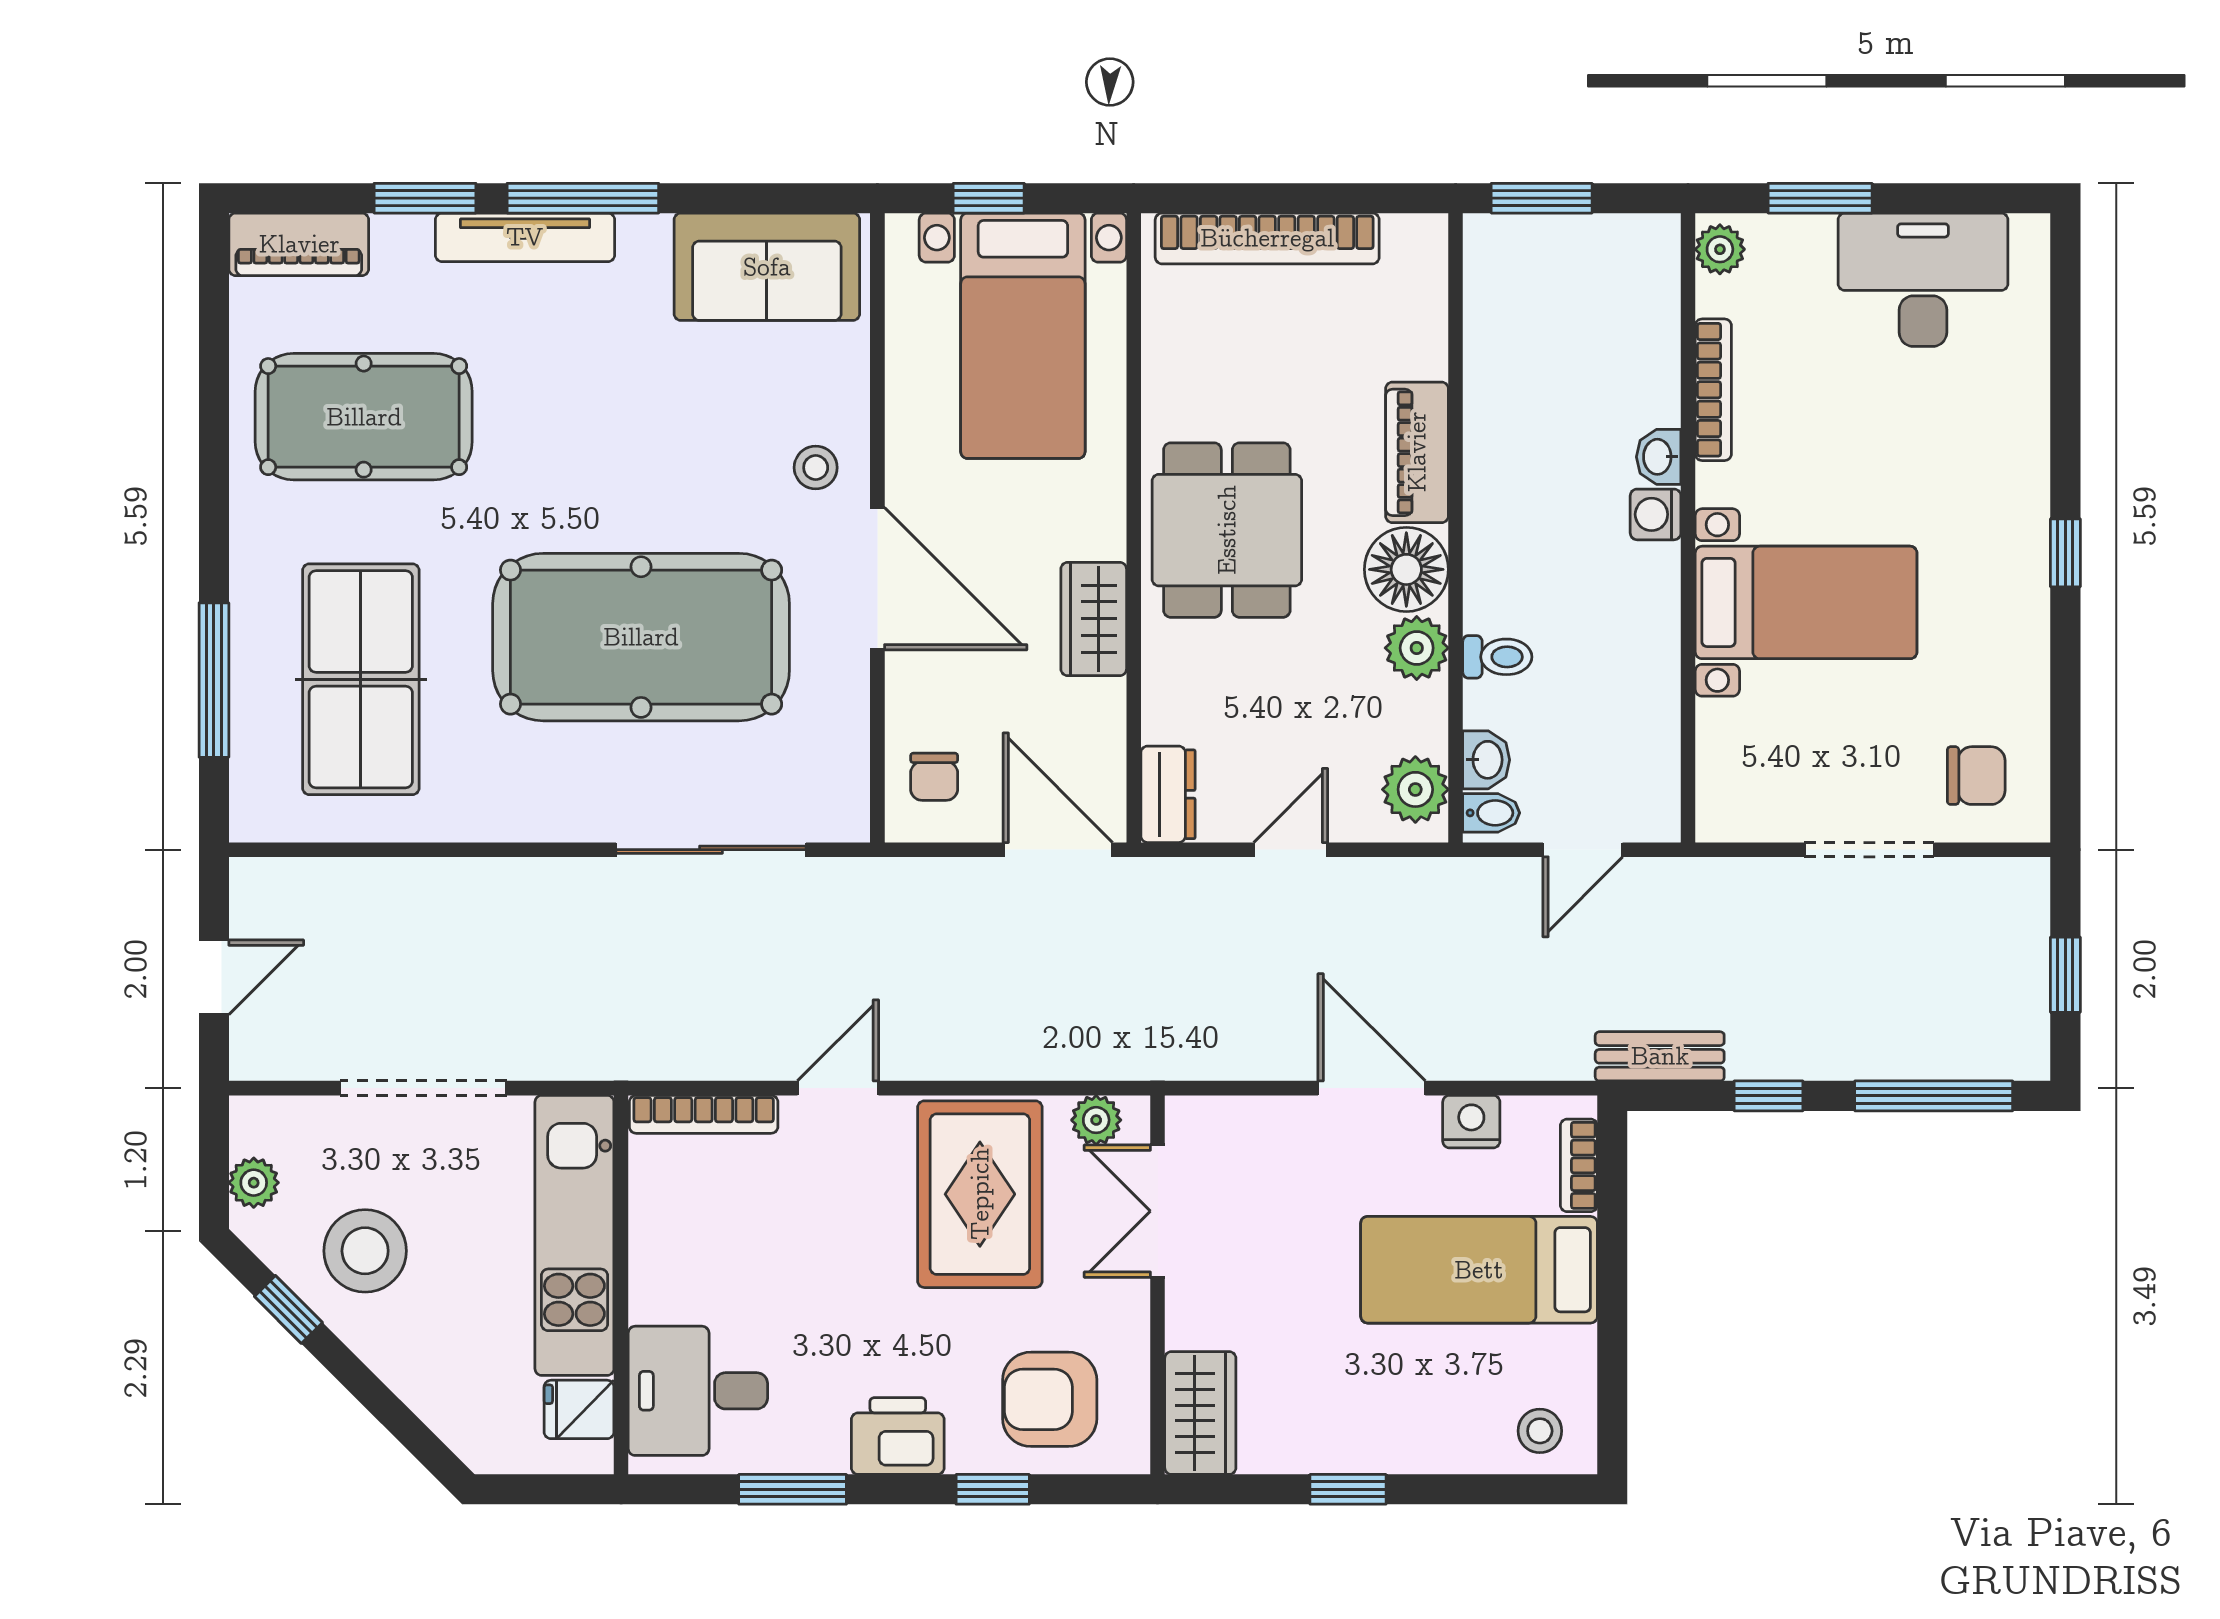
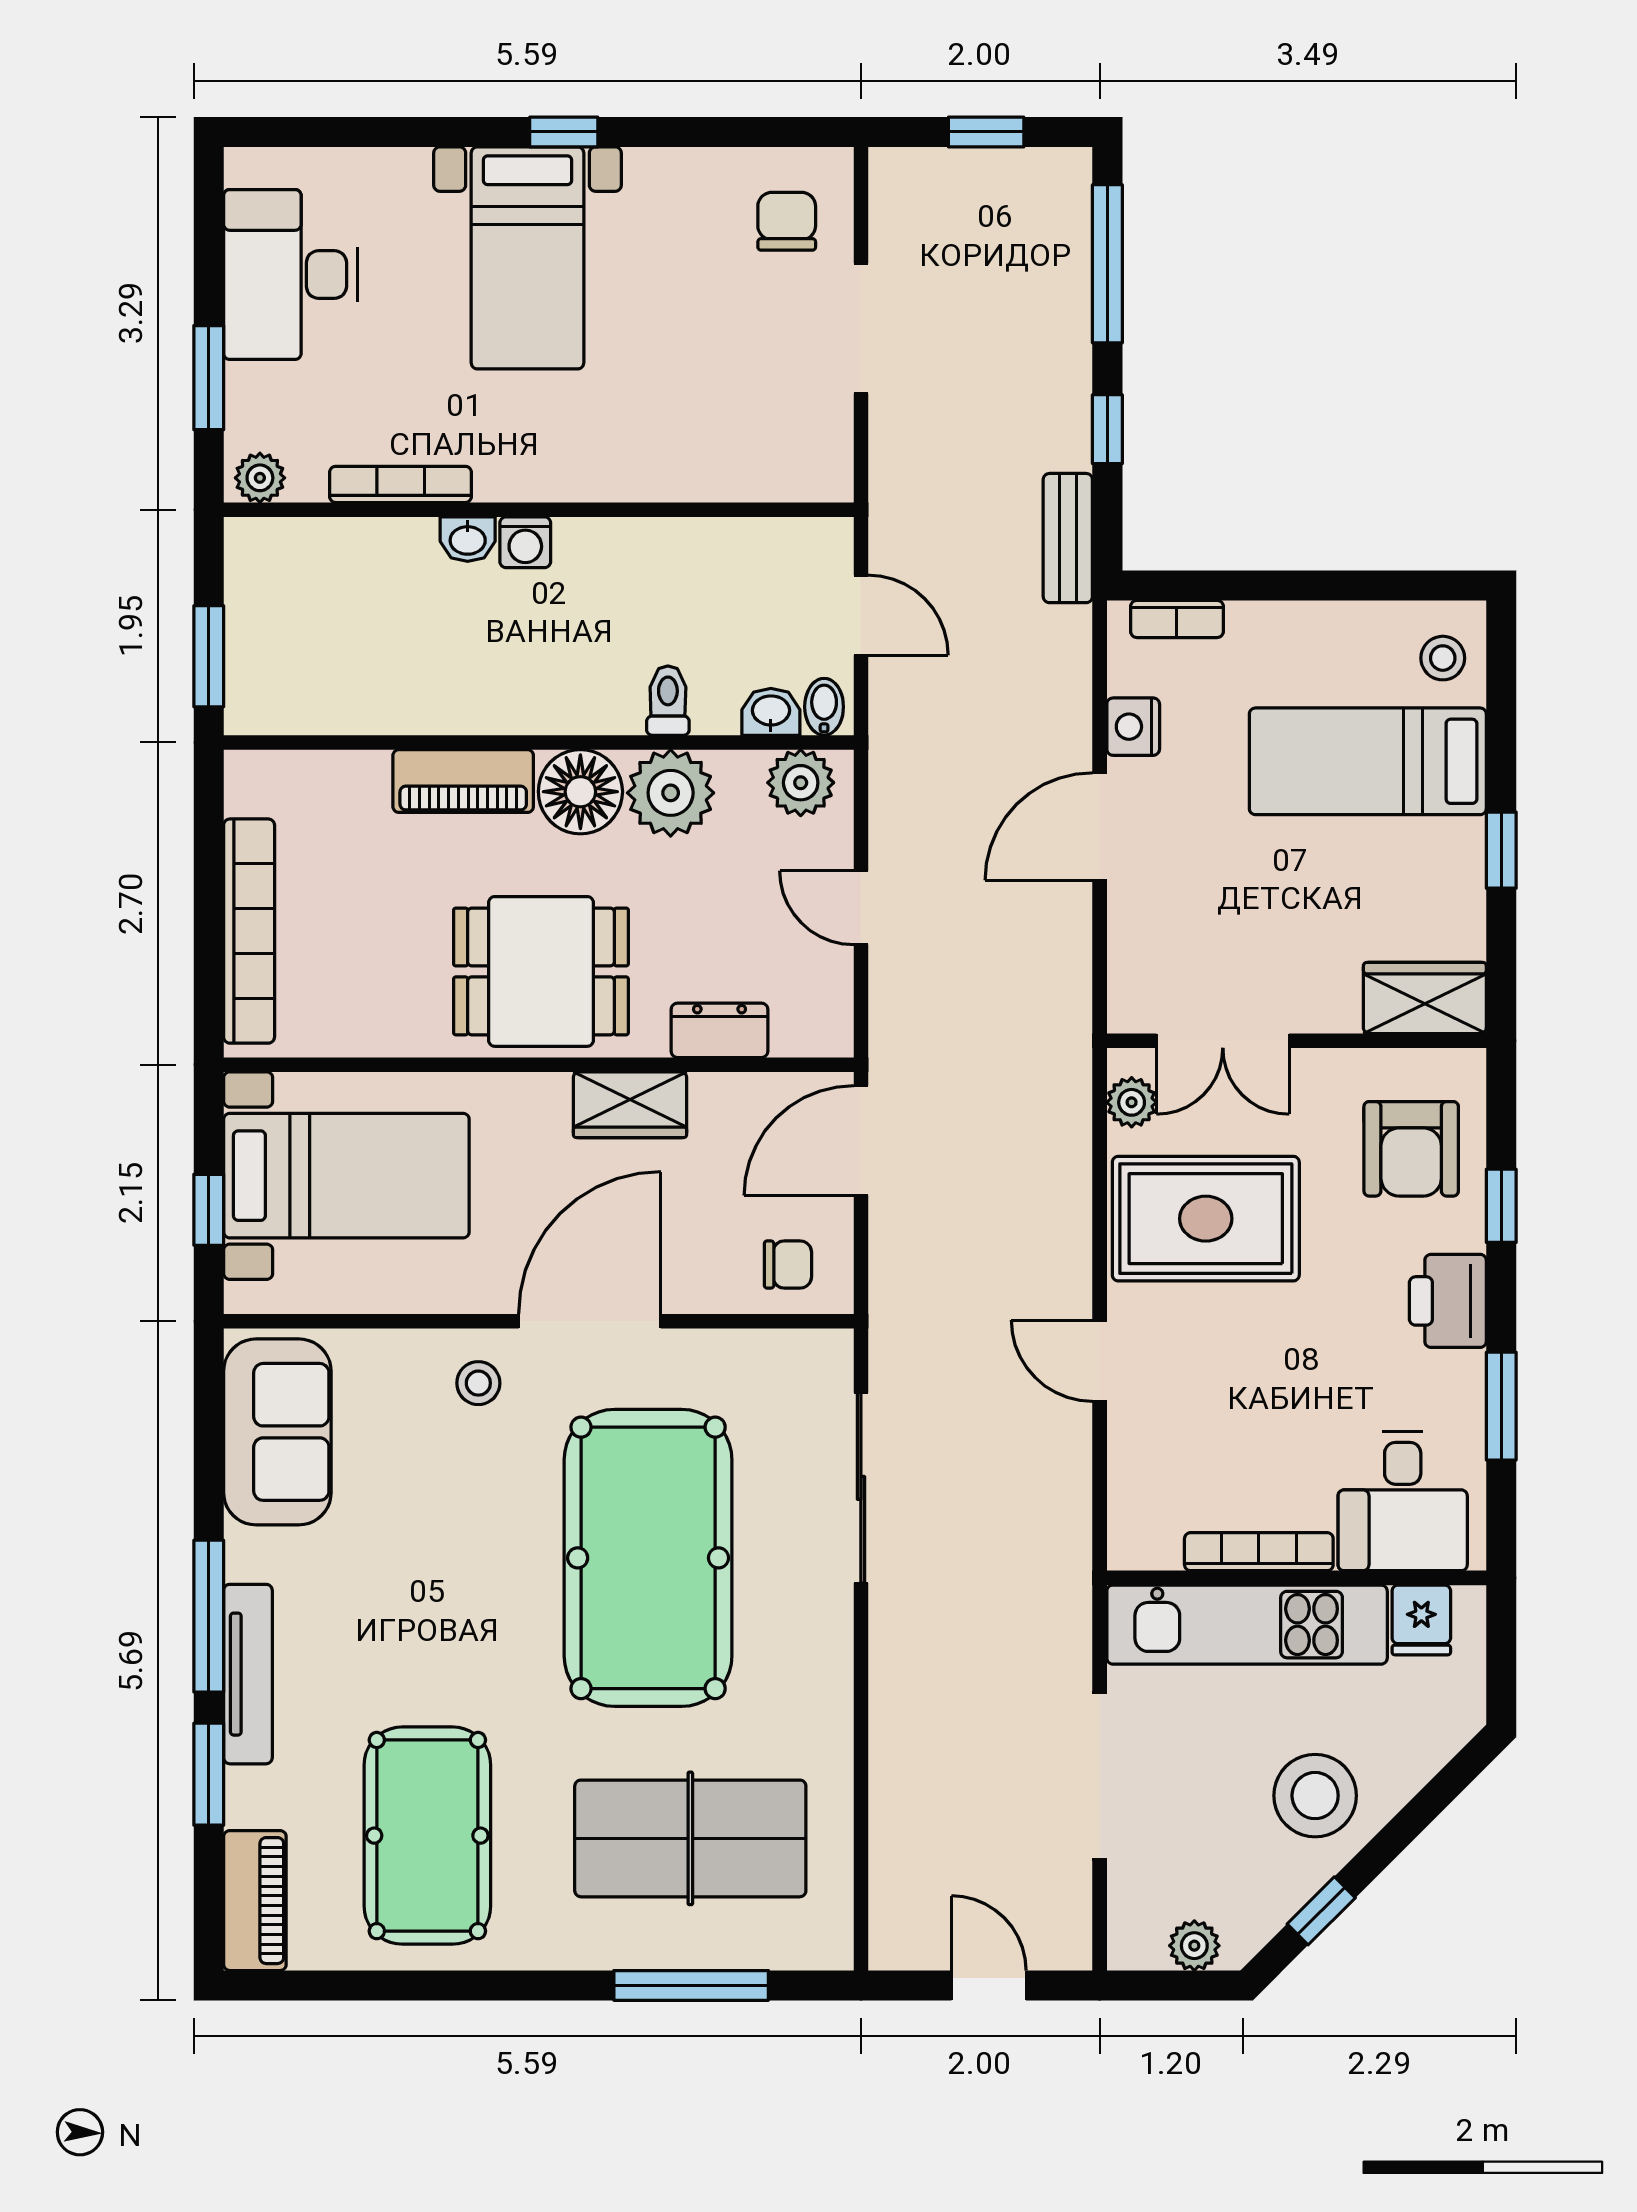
bed with nightstands: (1806, 602) -> (528, 258), moved, turned 180
plant: (1417, 648) -> (671, 793), width x1.36, depth x1.36
dresser: (1168, 794) -> (720, 1030), moved
bookcase: (704, 1114) -> (1259, 1552), moved, turned -90
stool: (365, 1251) -> (1315, 1796), moved
bed: (1479, 1270) -> (1368, 761), moved, turned 90

